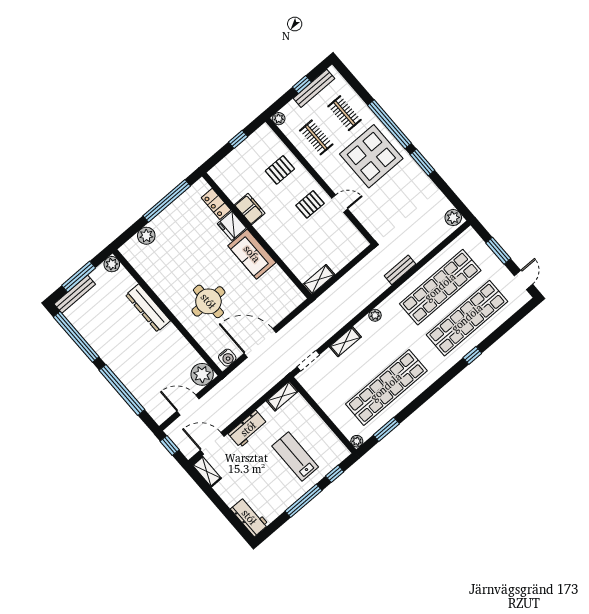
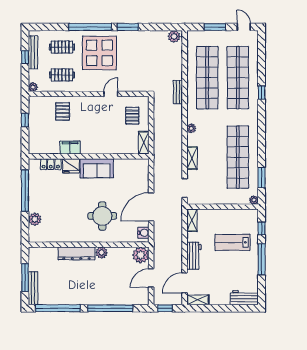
pallet: (310, 204) -> (132, 116), moved
plant: (112, 264) -> (102, 253), moved

